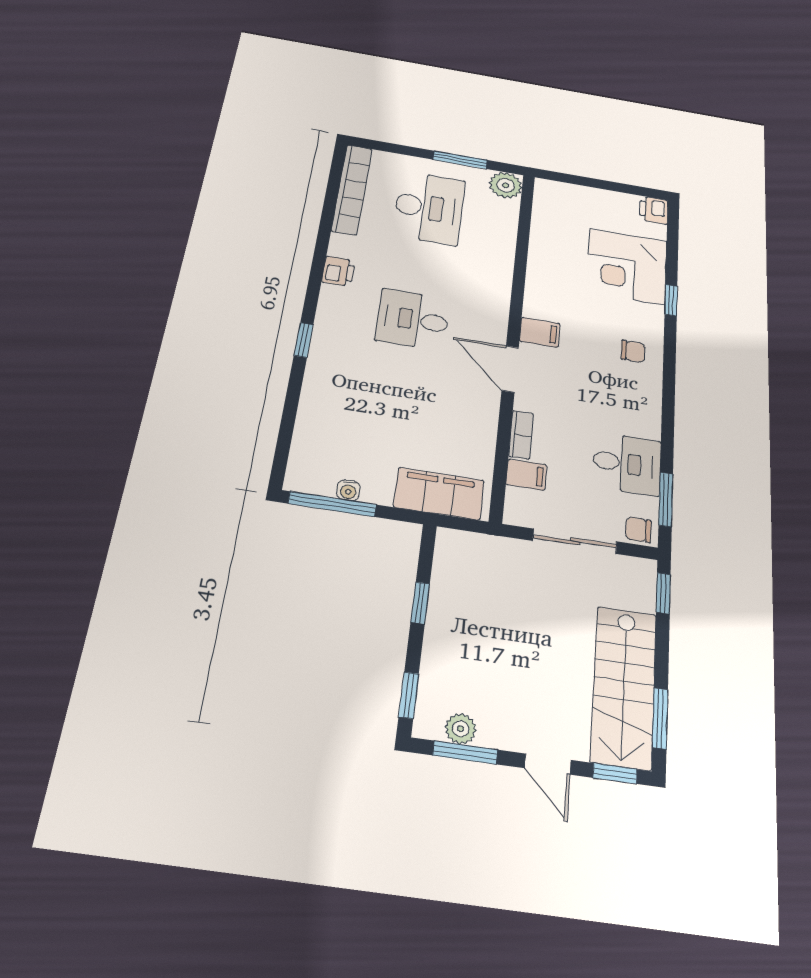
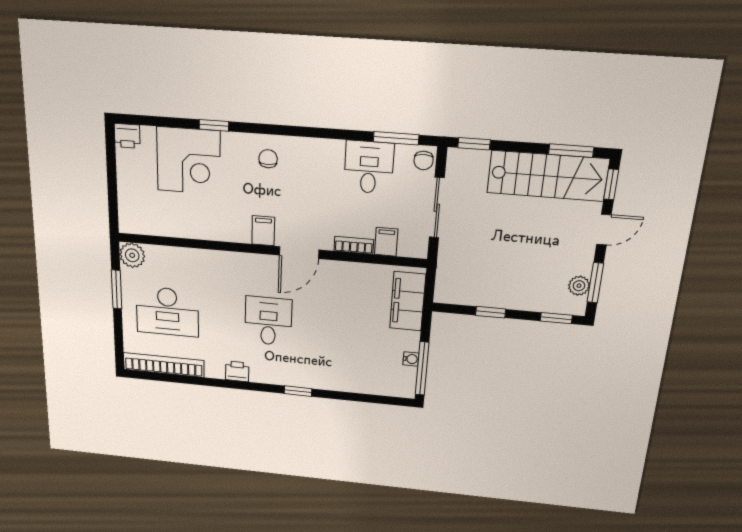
desk: (429, 208) -> (167, 312), turned 180
desk: (413, 319) -> (268, 321), turned 180

